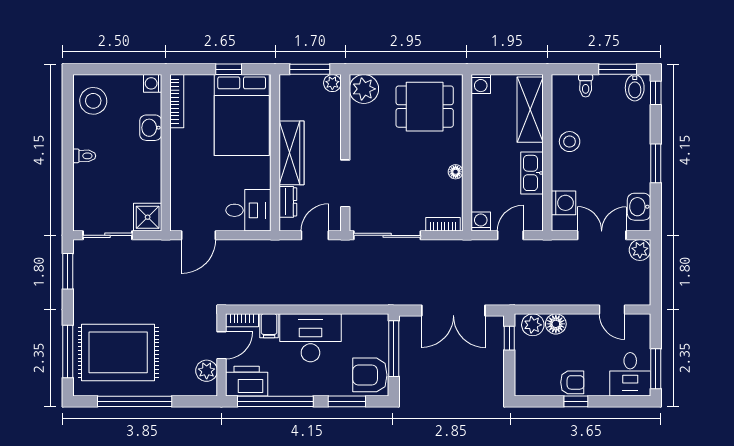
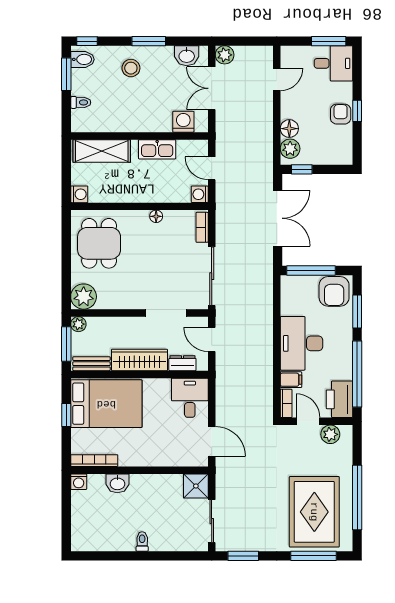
bench: (287, 98) -> (92, 364), added
stool: (93, 101) -> (94, 534), removed
stool: (570, 142) -> (131, 68), moved

